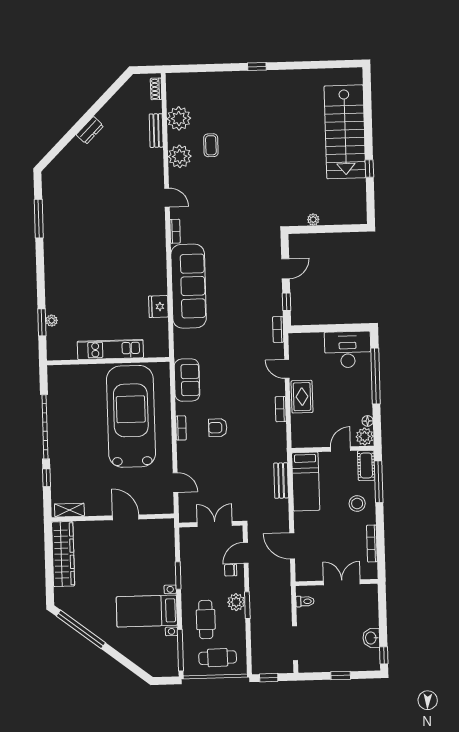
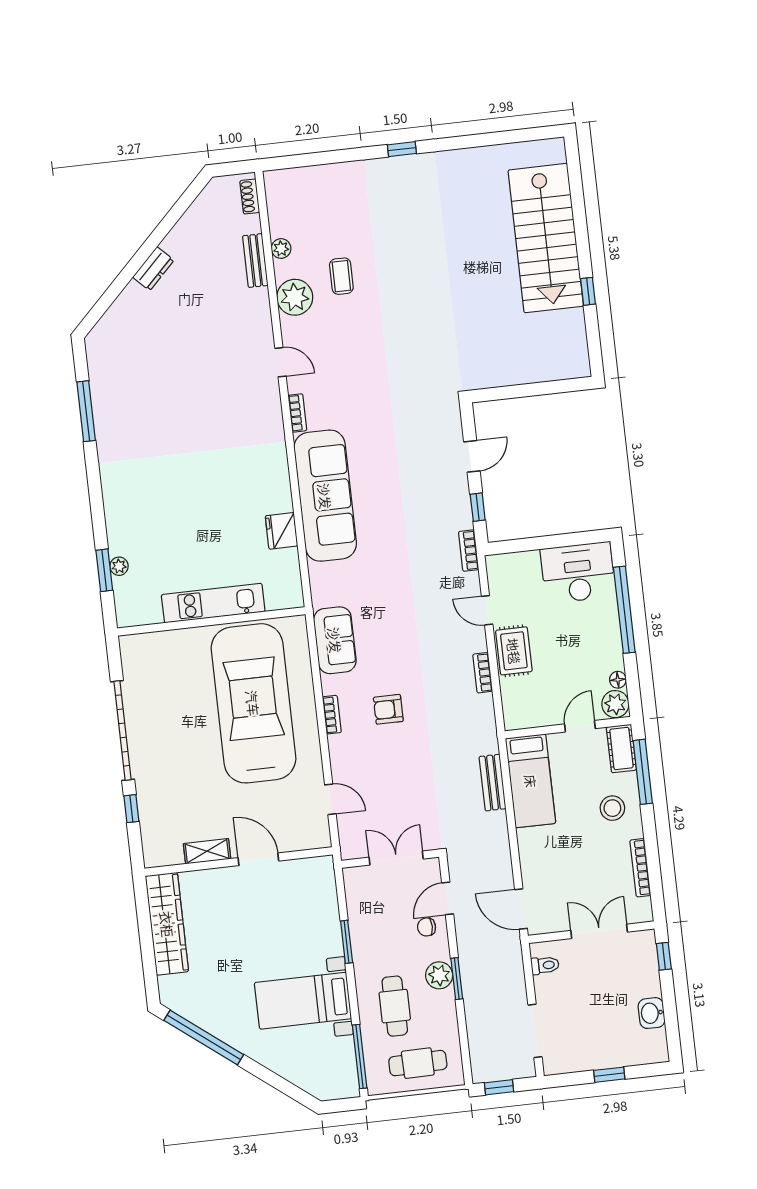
plant: (179, 118) -> (281, 249), width x0.53, depth x0.53
plant: (313, 220) -> (508, 377), removed
shelving: (69, 510) -> (207, 851), moved
door: (292, 546) -> (521, 909), moved
window: (384, 655) -> (664, 956), moved

